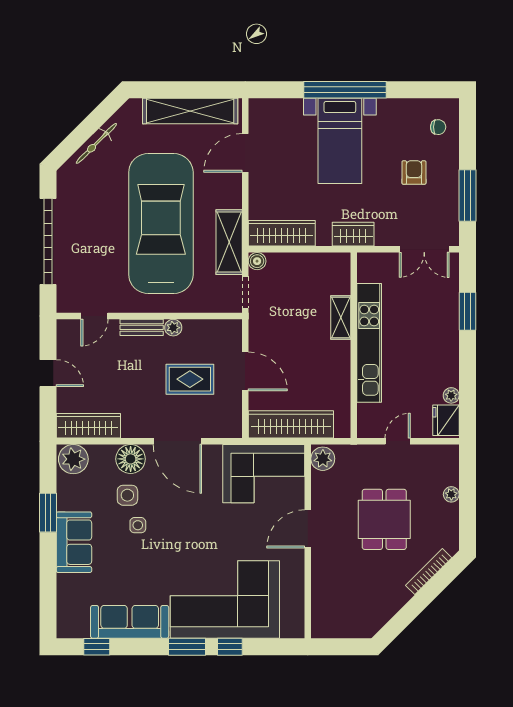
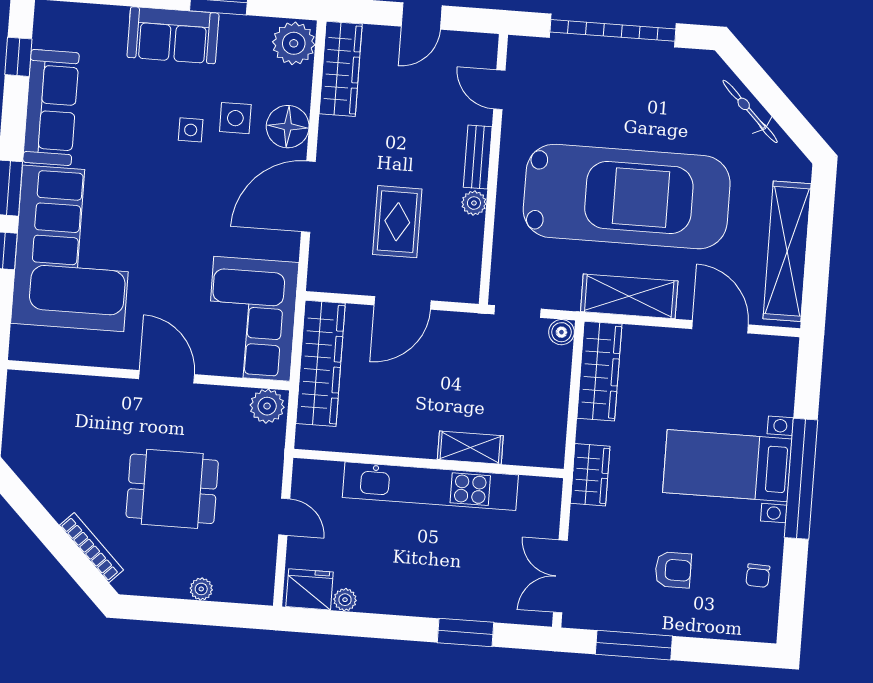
chair: (438, 127) -> (758, 576), moved
shelving: (229, 242) -> (629, 296), moved

